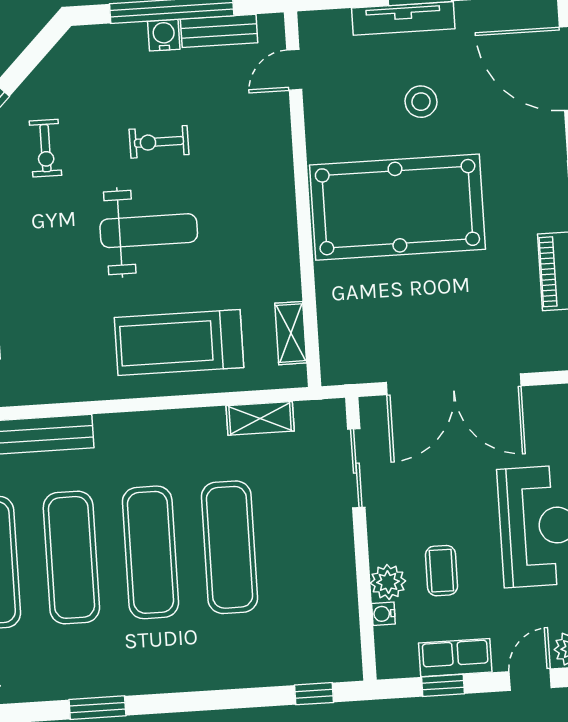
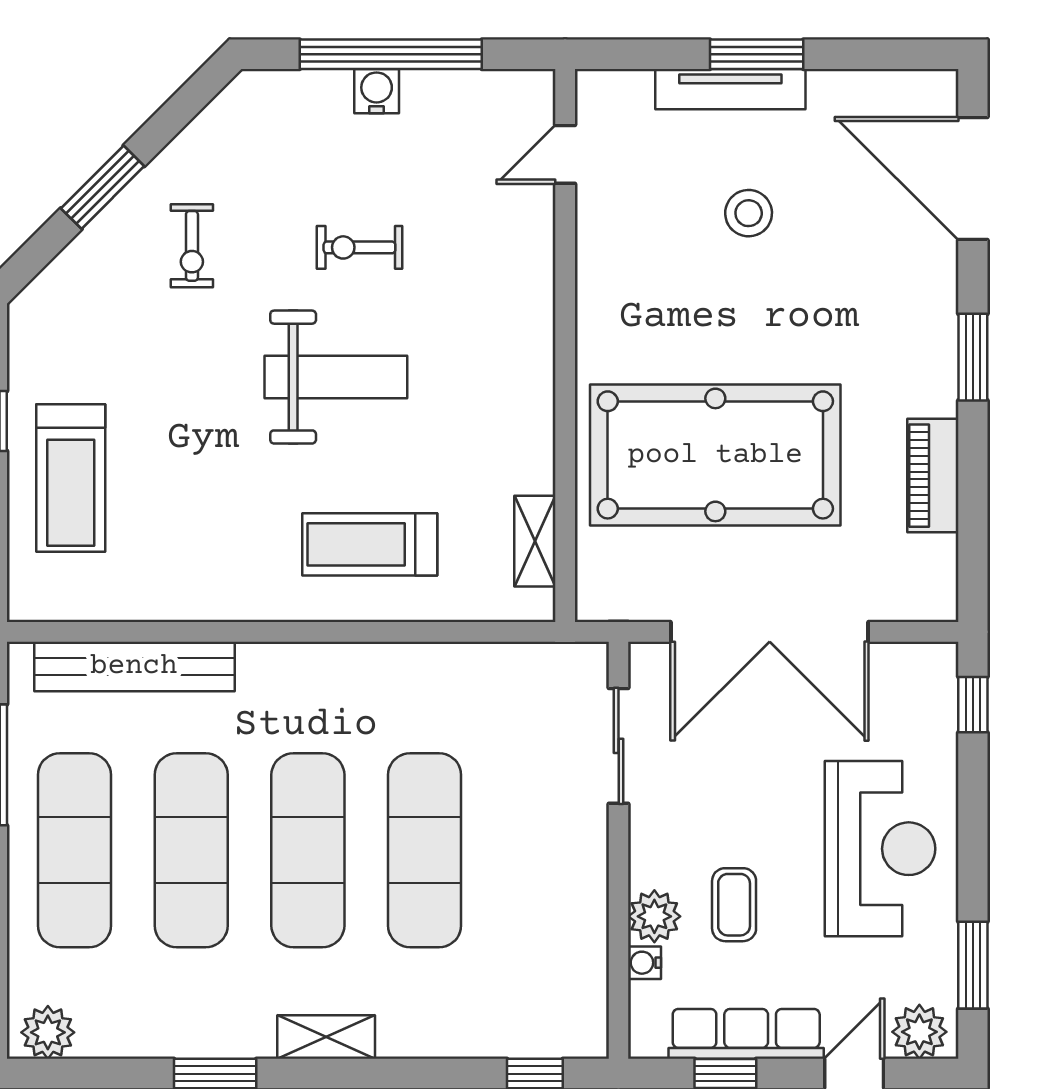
bench: (219, 31) -> (458, 90), removed
pool table: (397, 207) -> (715, 455), moved
treadmill: (179, 343) -> (370, 544), width x0.73, depth x0.73
shelving: (260, 418) -> (326, 1037), moved
row of seats: (455, 658) -> (746, 1034), width x1.48

